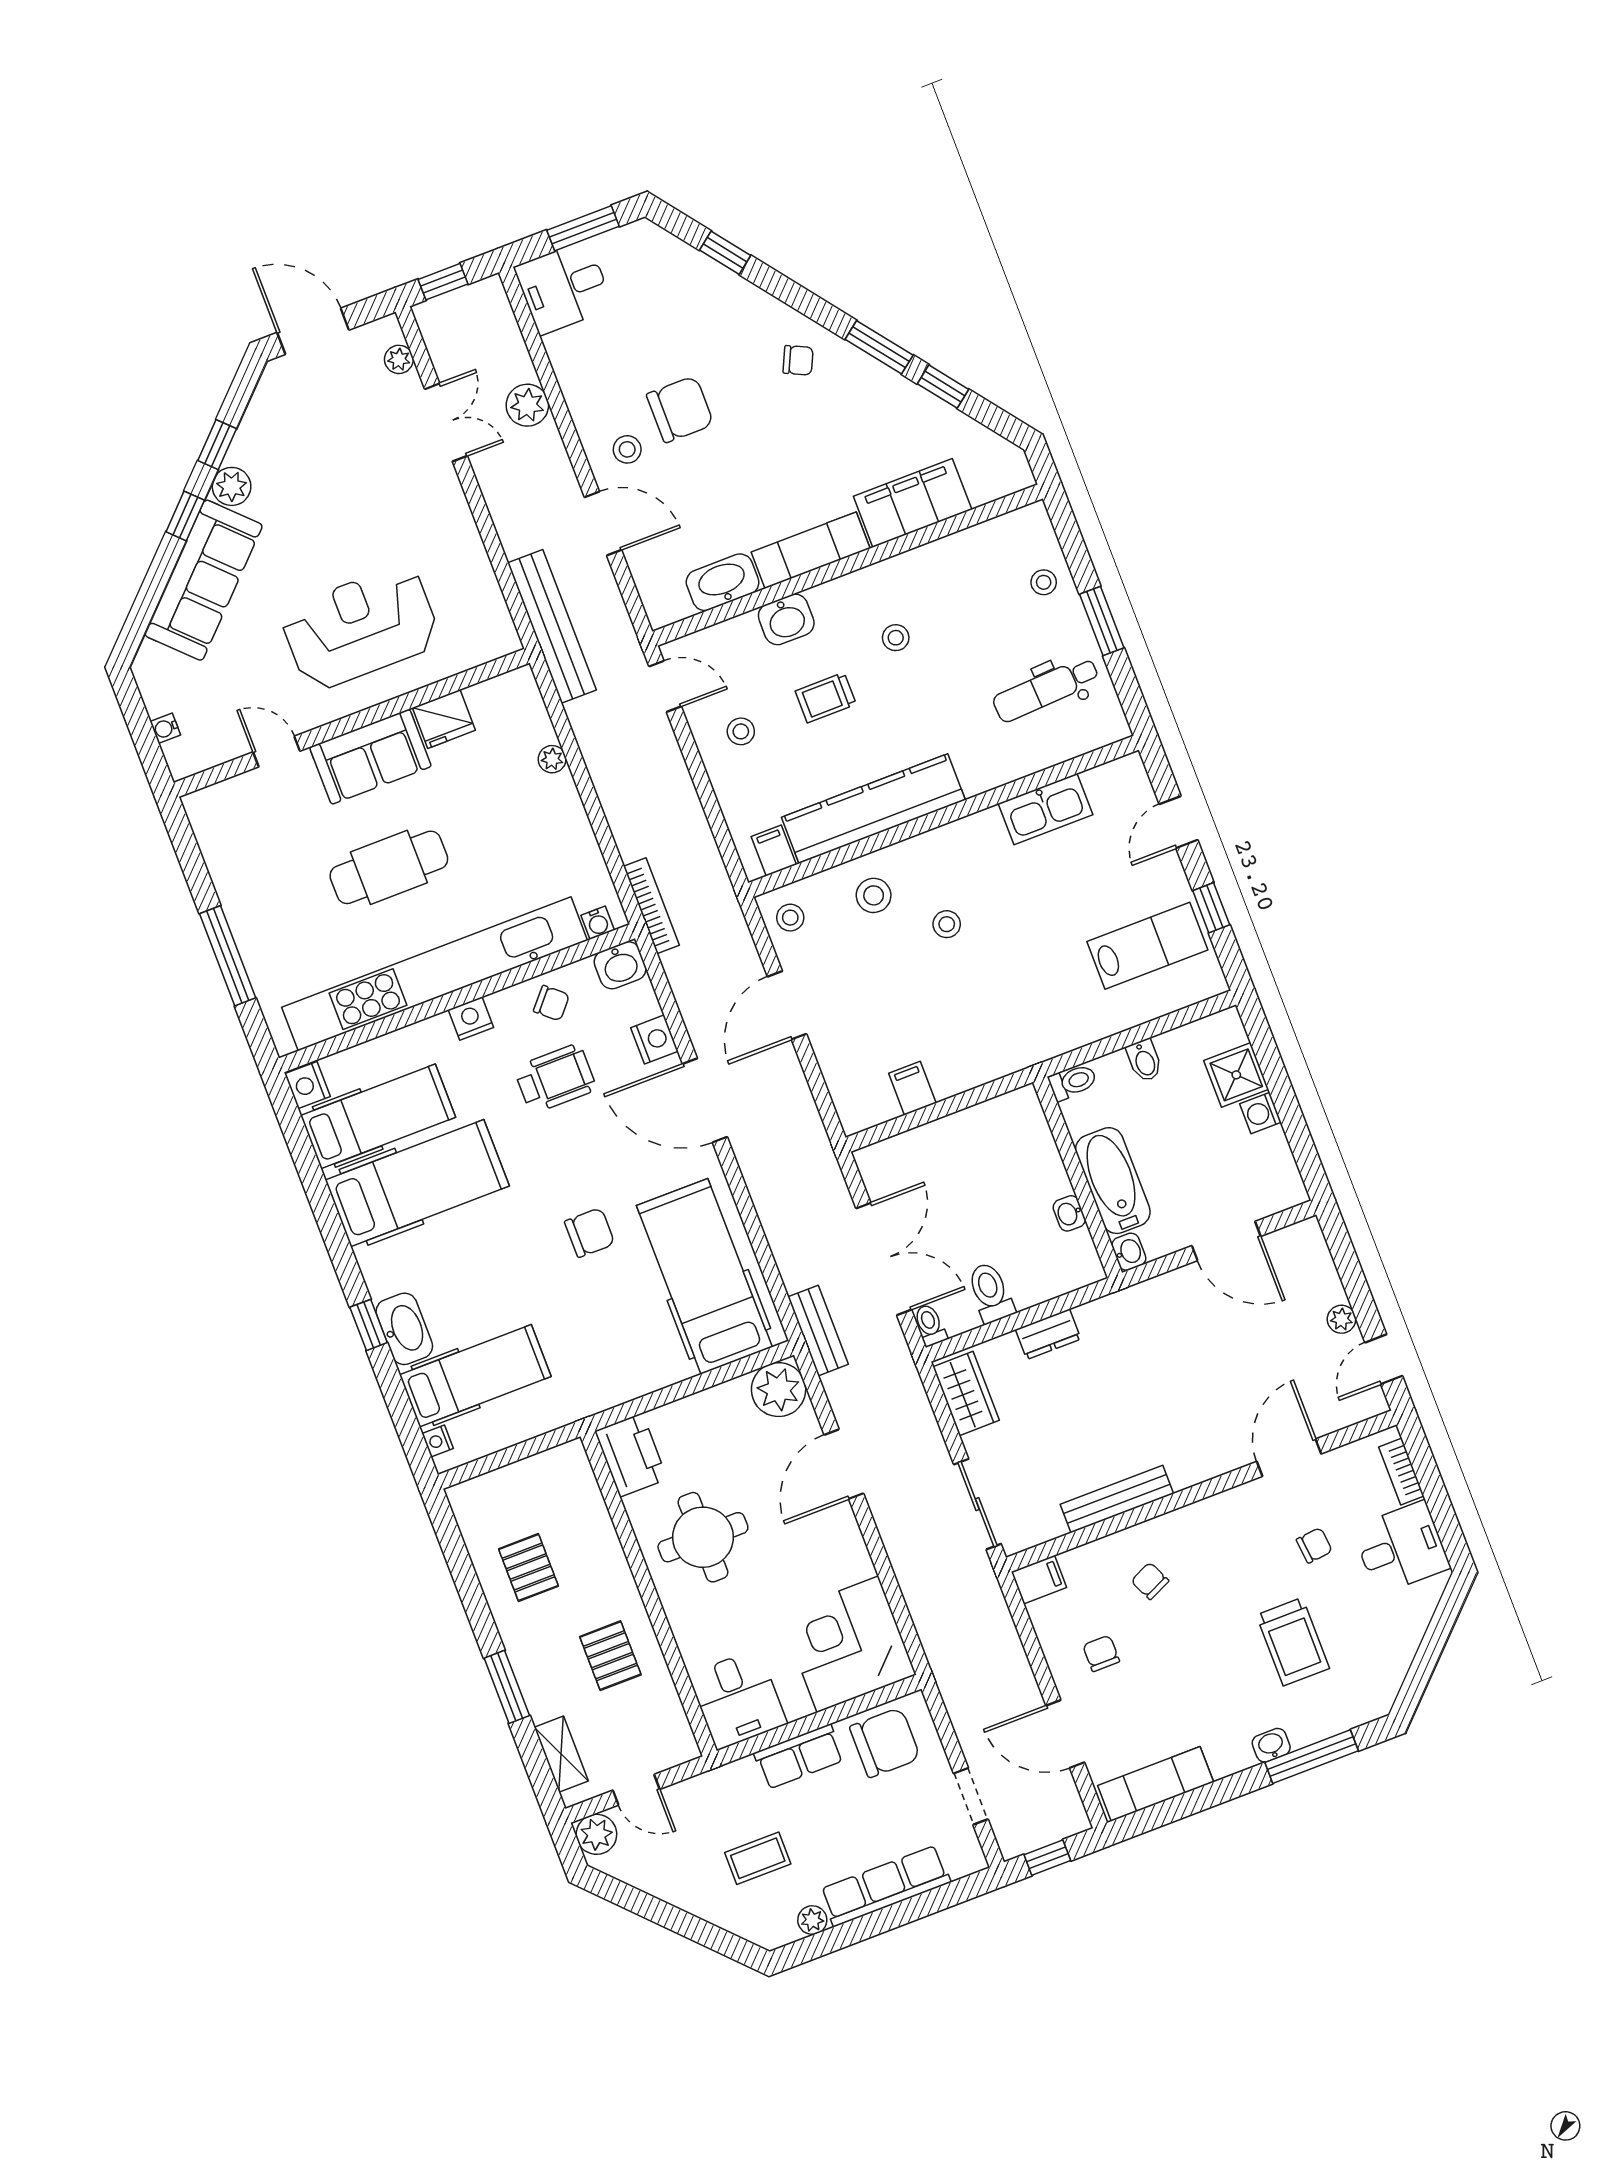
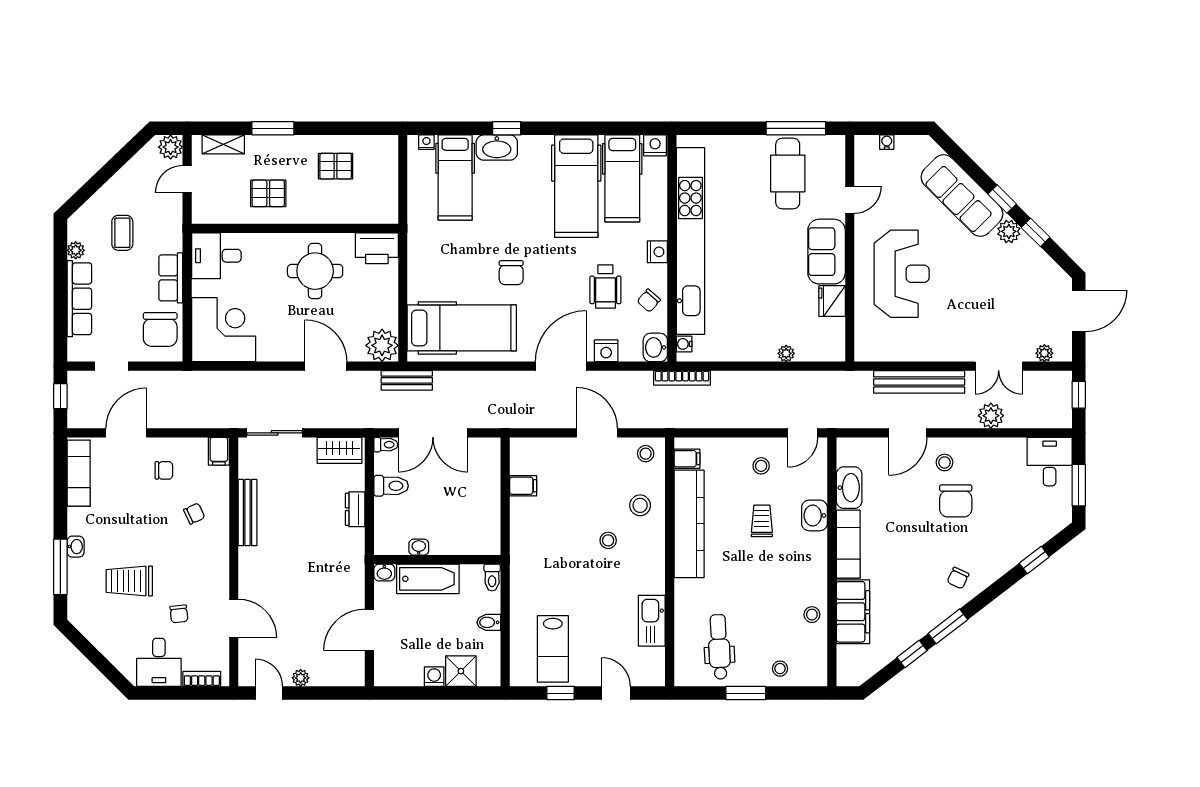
bench: (552, 626) -> (919, 382), moved
stool: (896, 638) -> (812, 615), moved
cafe table: (389, 867) -> (788, 173), moved
window: (228, 956) -> (796, 128), moved

